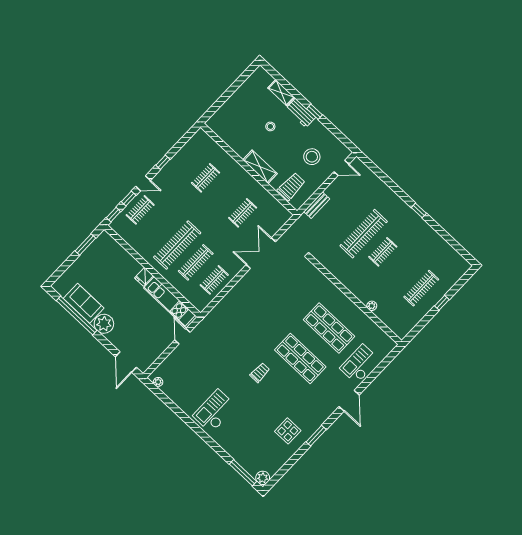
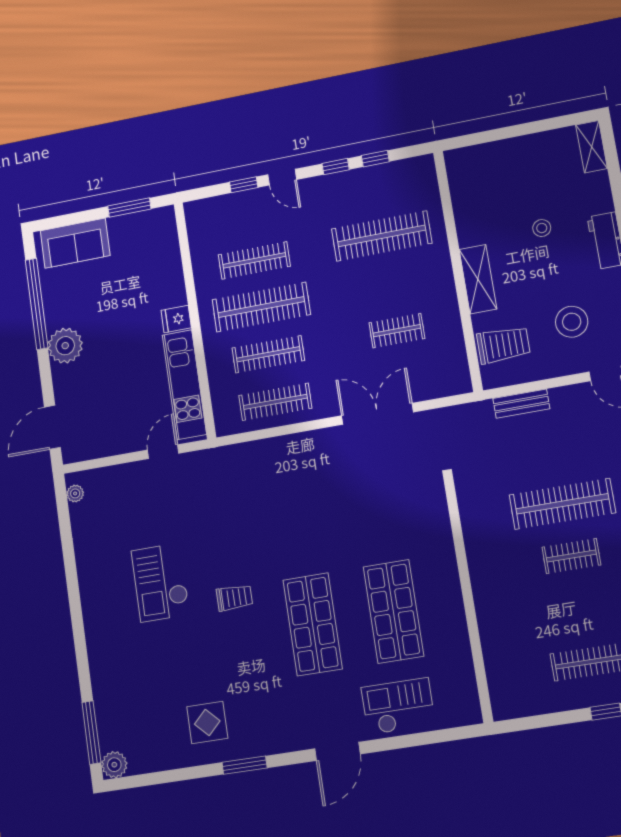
shelving: (281, 93) -> (592, 147), moved
clothes rail: (206, 178) -> (382, 236), width x1.86, depth x1.31
clothes rail: (140, 210) -> (254, 260), moved, width x1.36
window: (113, 215) -> (375, 159), moved
clothes rail: (214, 280) -> (275, 402), width x1.36
sofa: (84, 303) -> (75, 243), moved, turned 90
plant: (372, 306) -> (488, 629), removed
checkout: (215, 411) -> (160, 582), moved, turned -90

